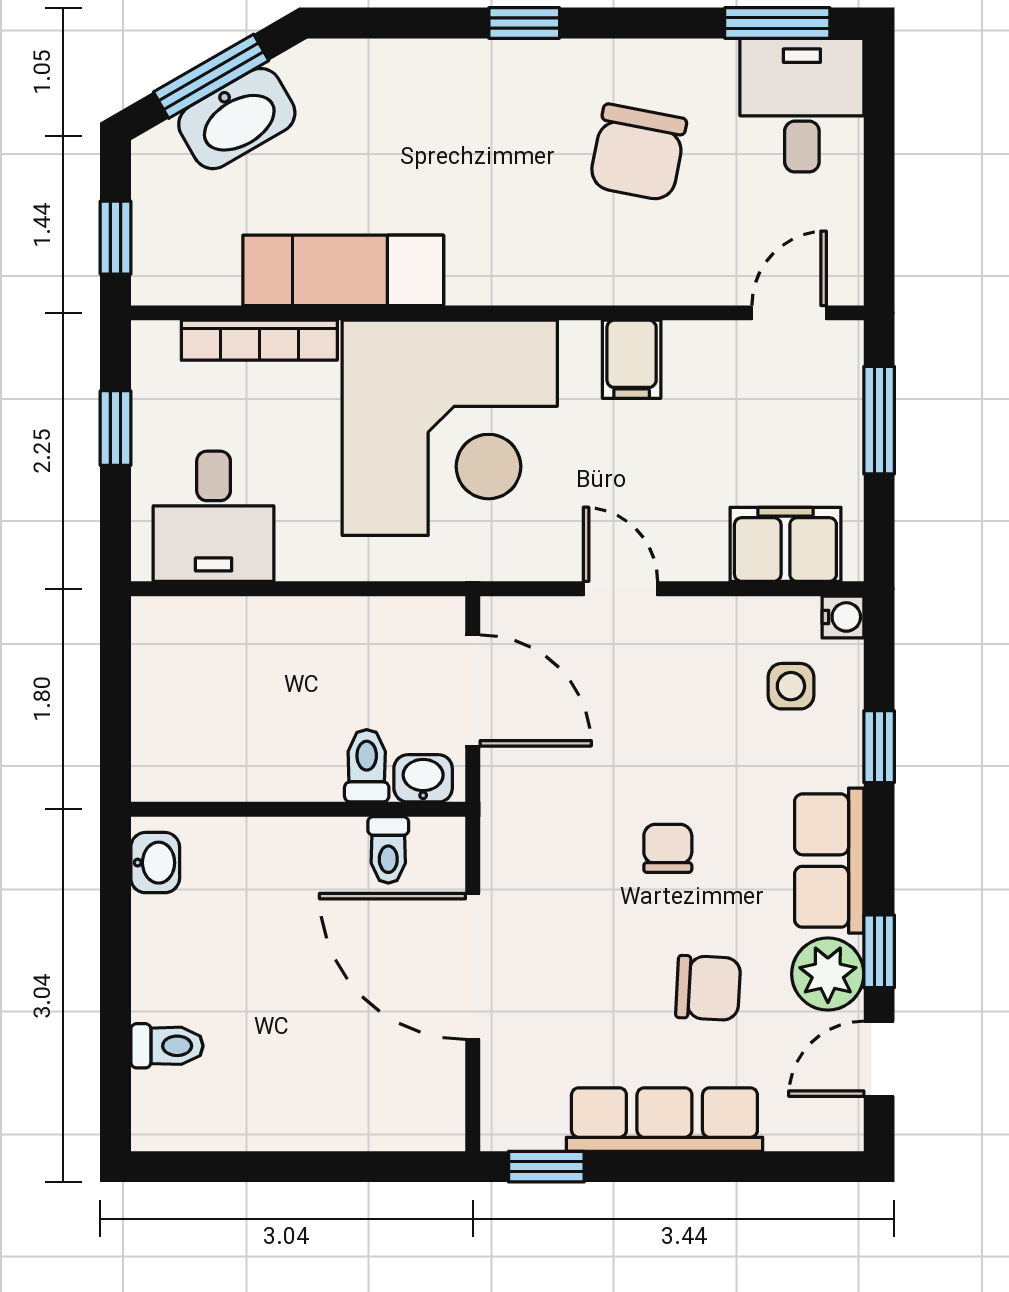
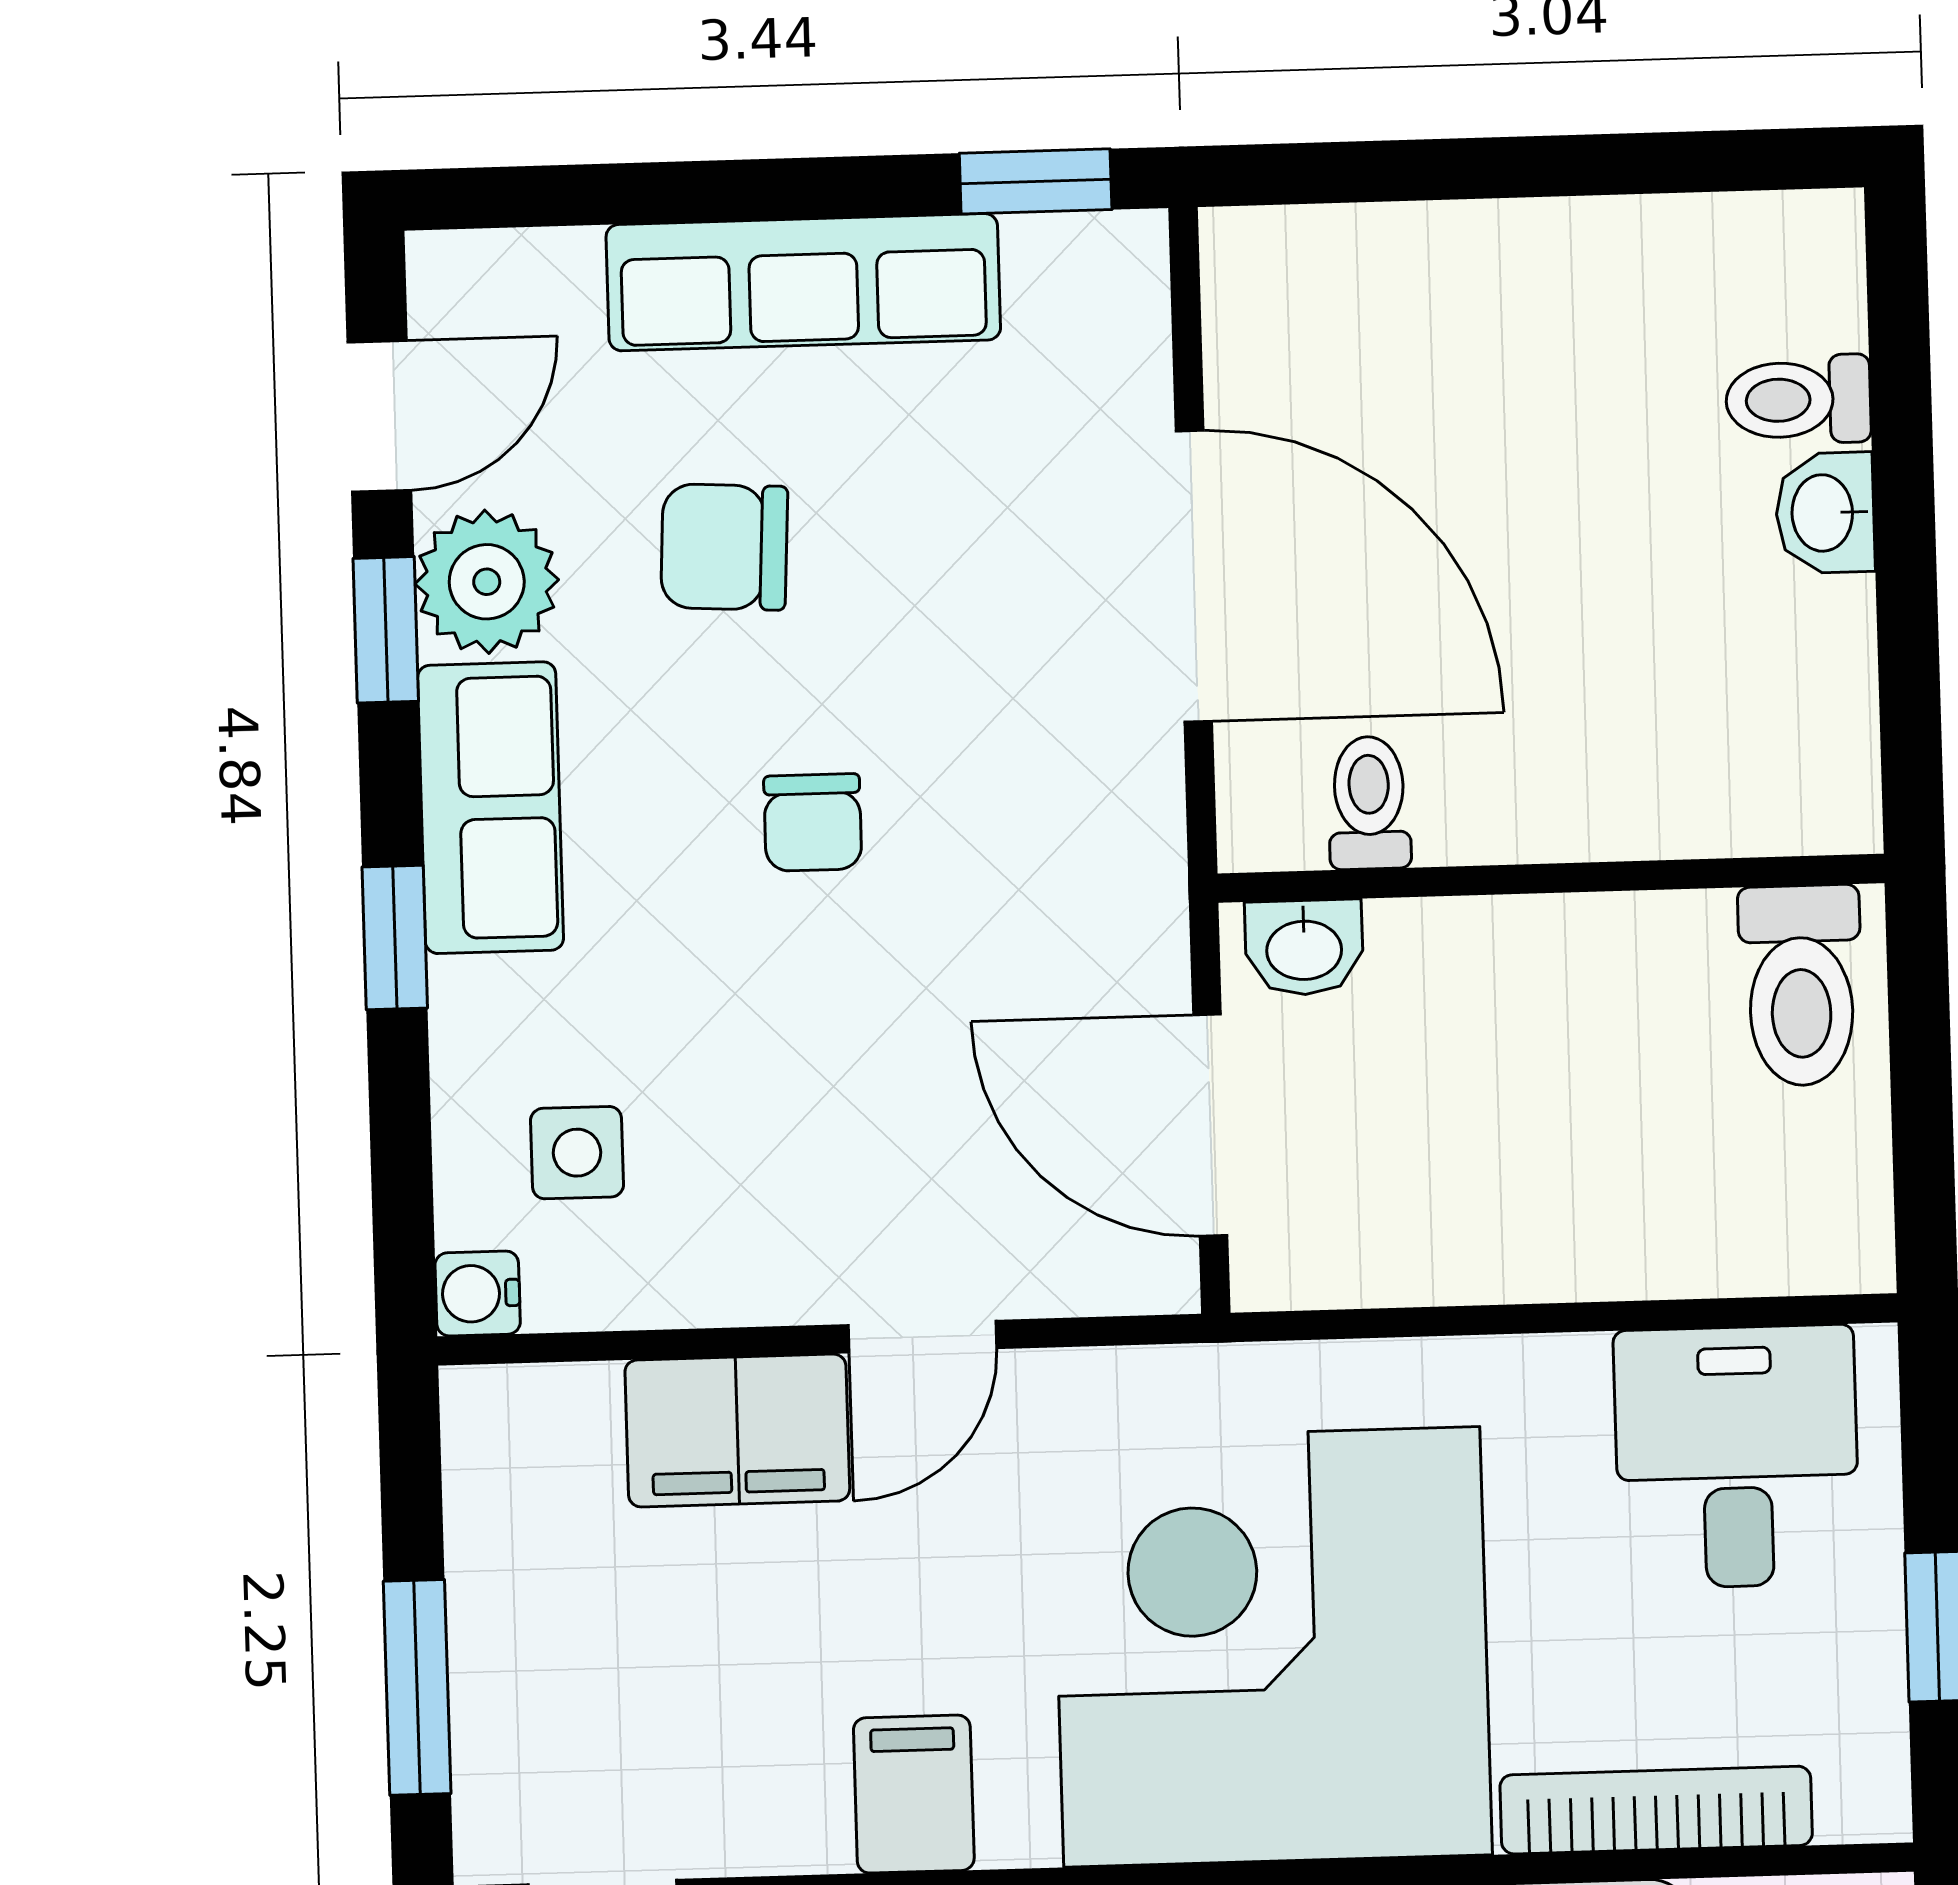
filing cabinet: (785, 544) -> (737, 1431), moved
door: (620, 589) -> (922, 1337), hinge flipped
window: (879, 747) -> (395, 938), moved
toilet: (367, 766) -> (1801, 985), moved, width x1.37, depth x1.39
washbasin: (155, 863) -> (1825, 513), moved

